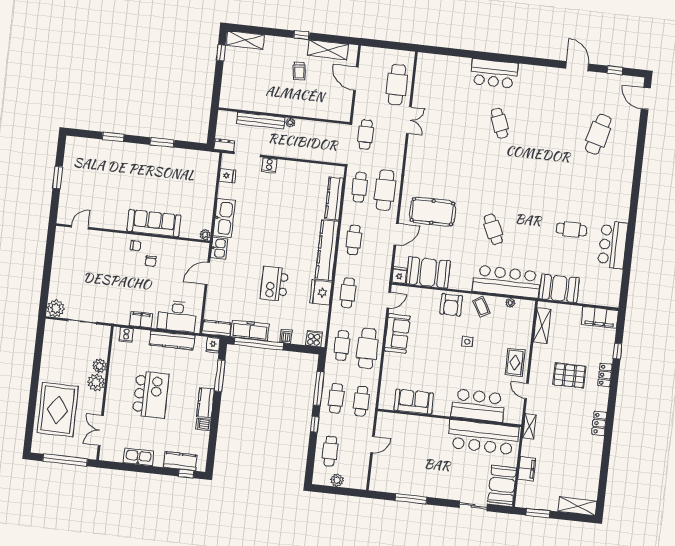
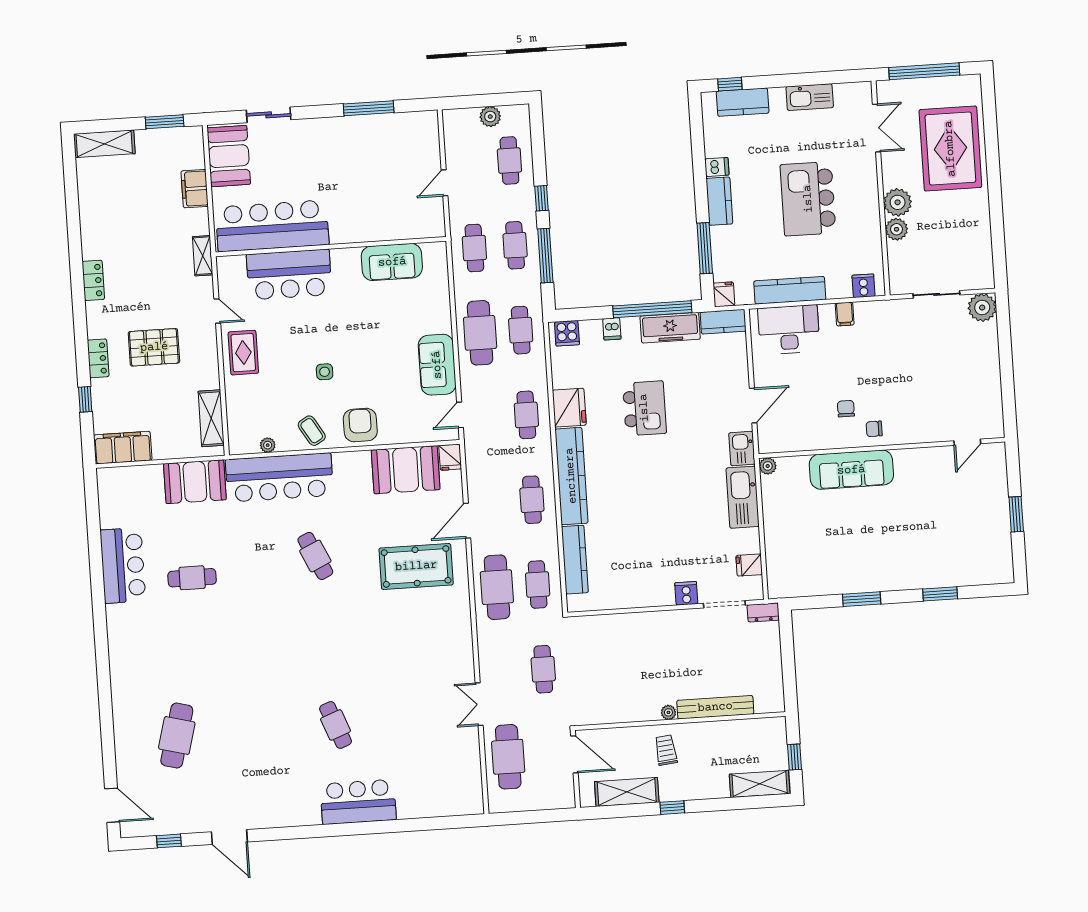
wall: (284, 116) -> (680, 721), moved
bench: (261, 121) -> (715, 707), moved
plant: (290, 123) -> (668, 712), moved
filing cabinet: (141, 320) -> (845, 314), width x0.50

